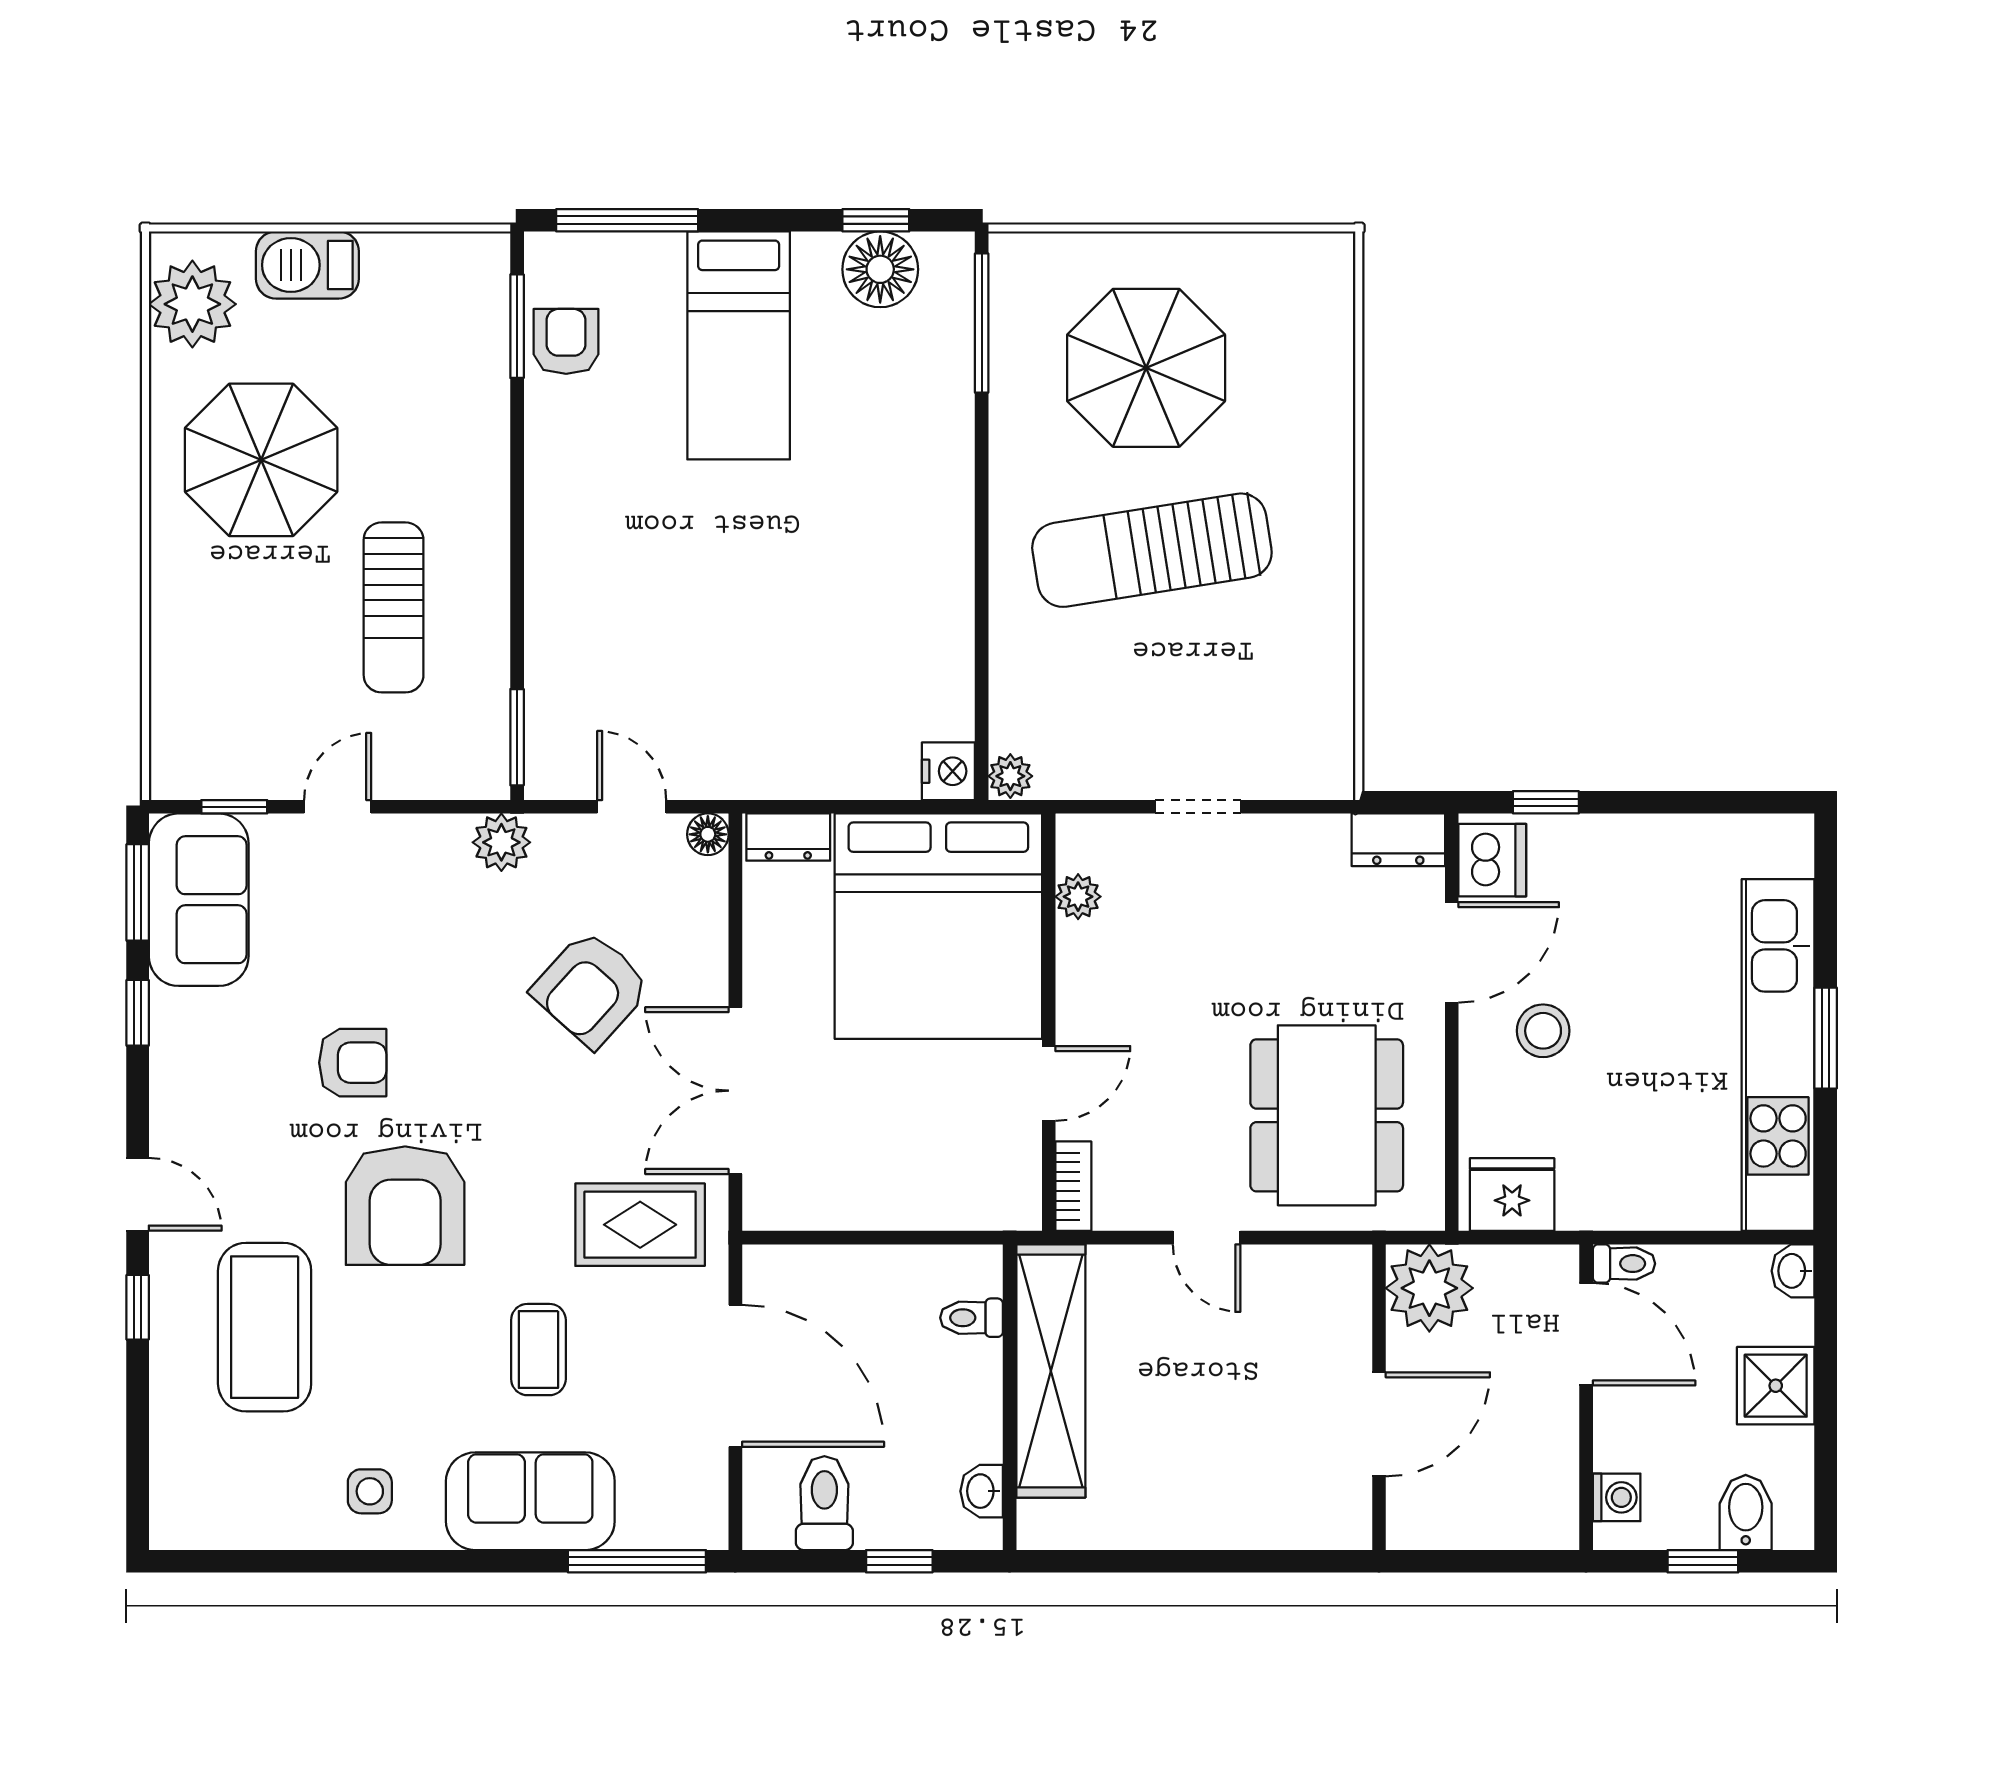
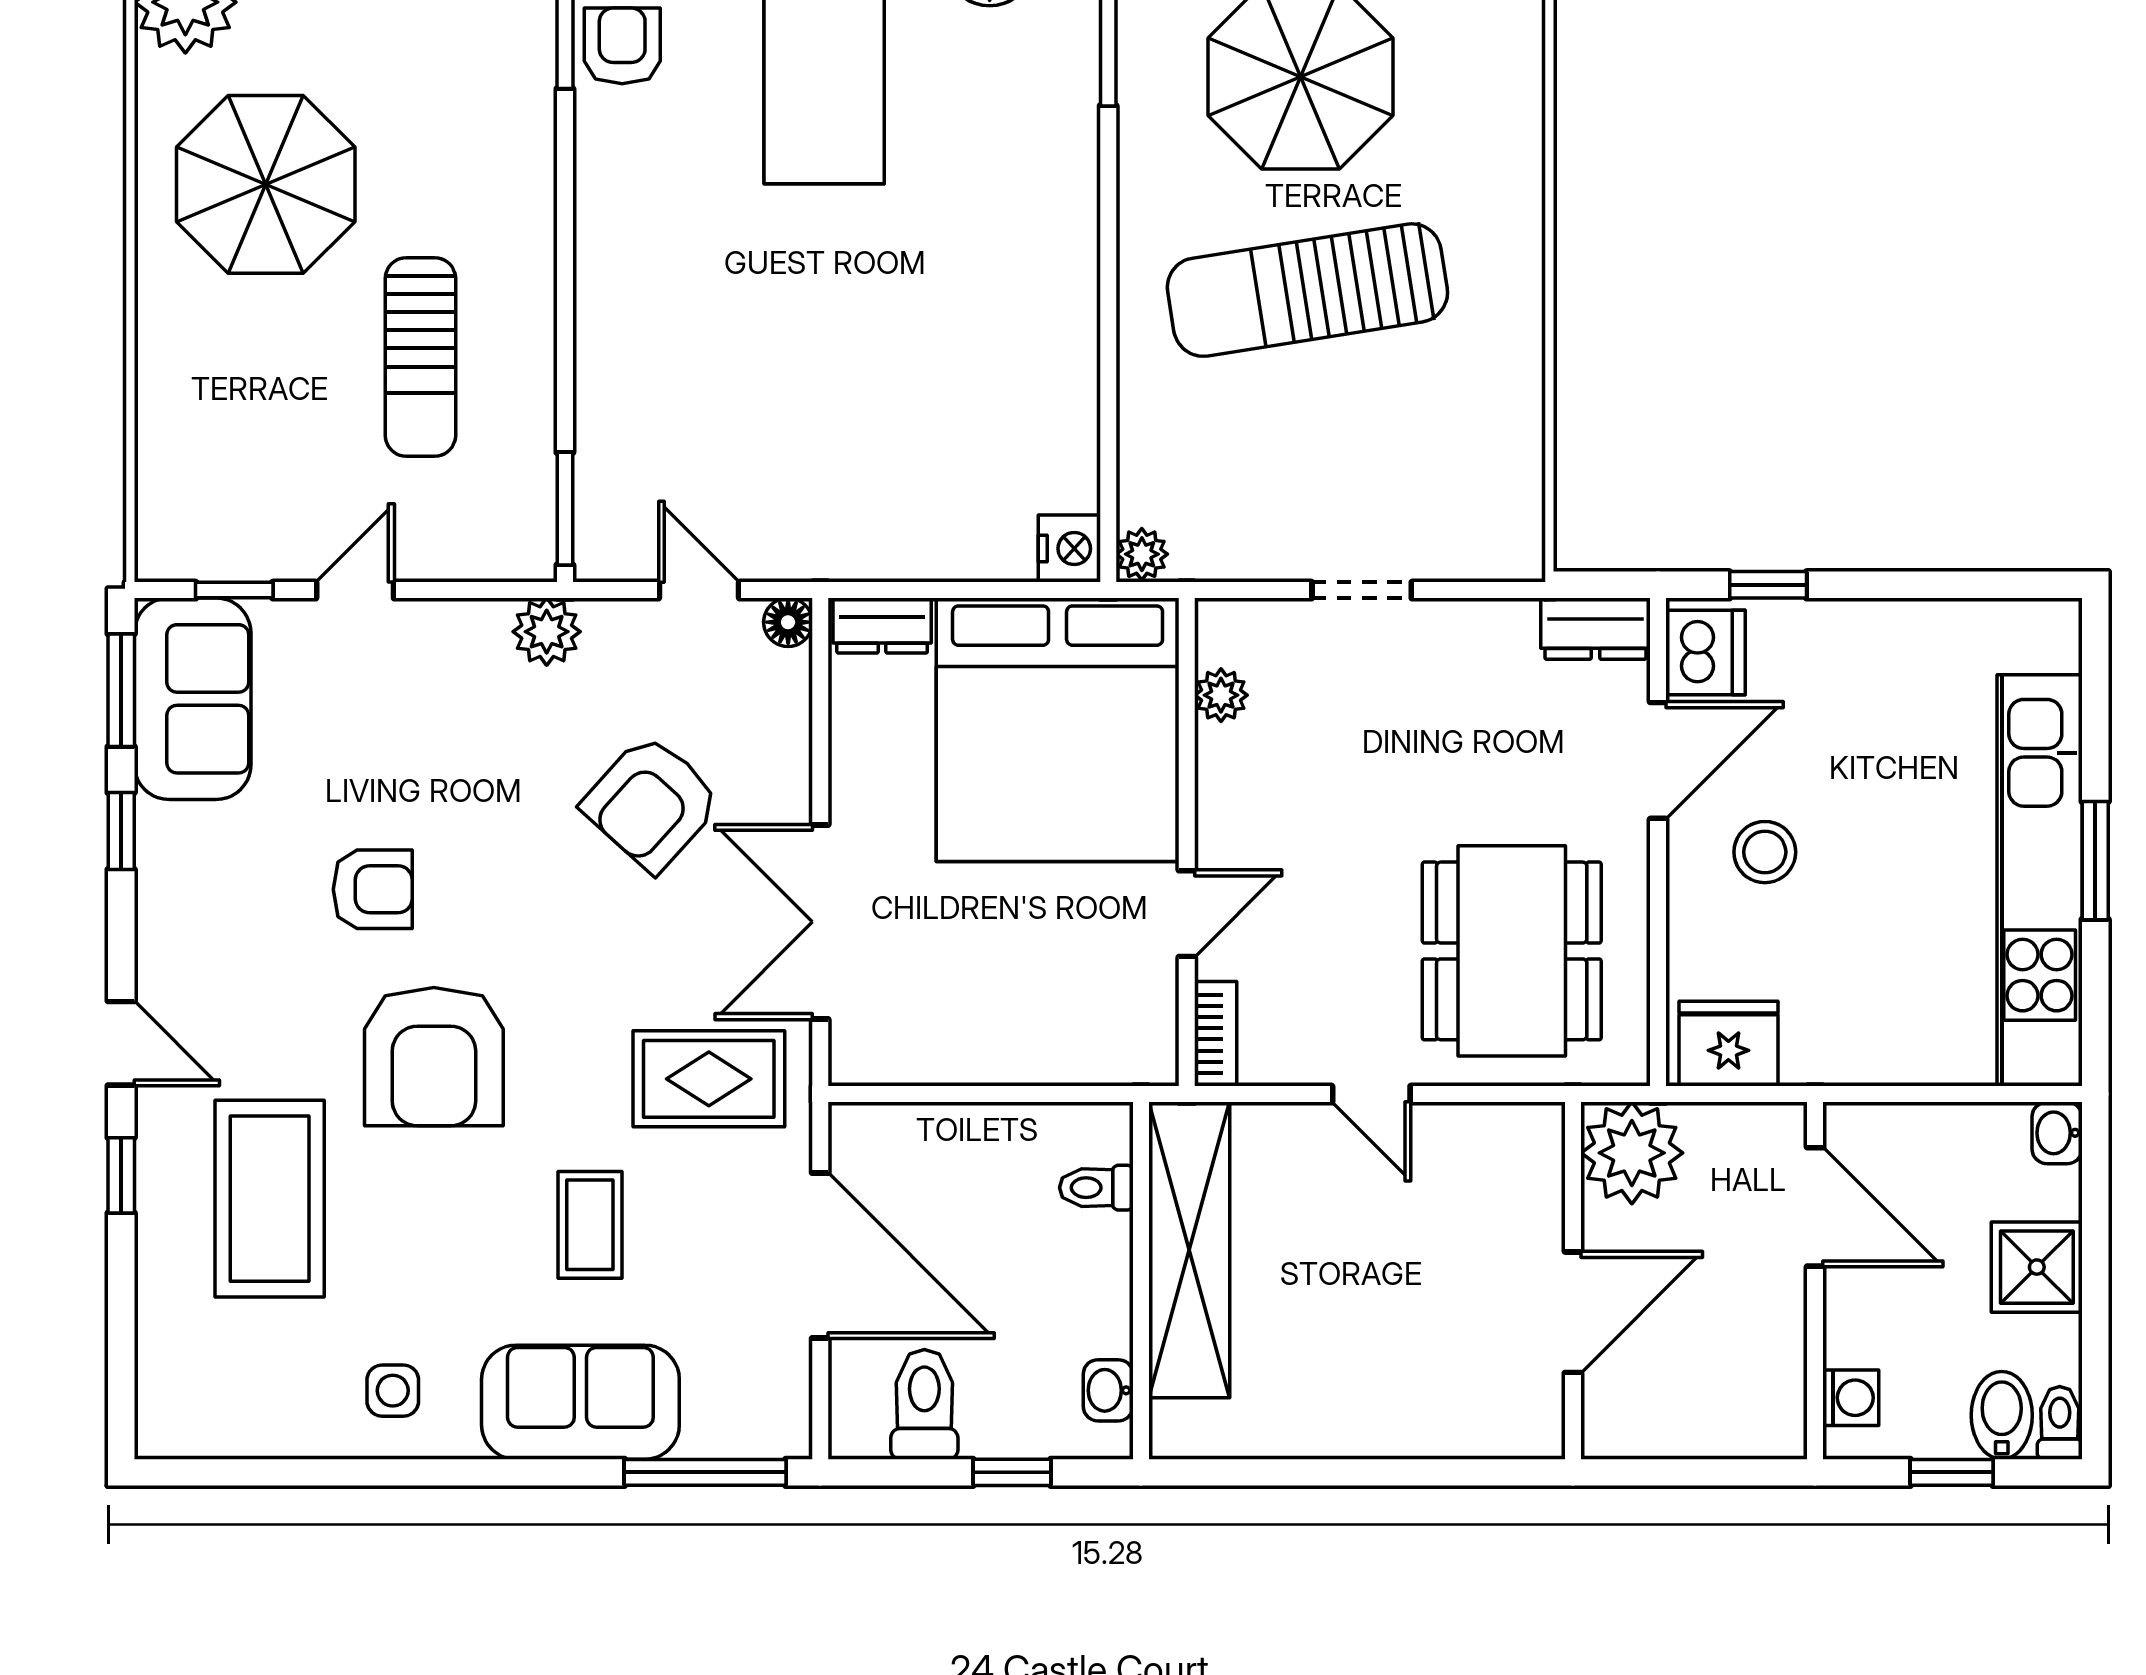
toilet: (1624, 1264) -> (2060, 1423), moved, turned -90

